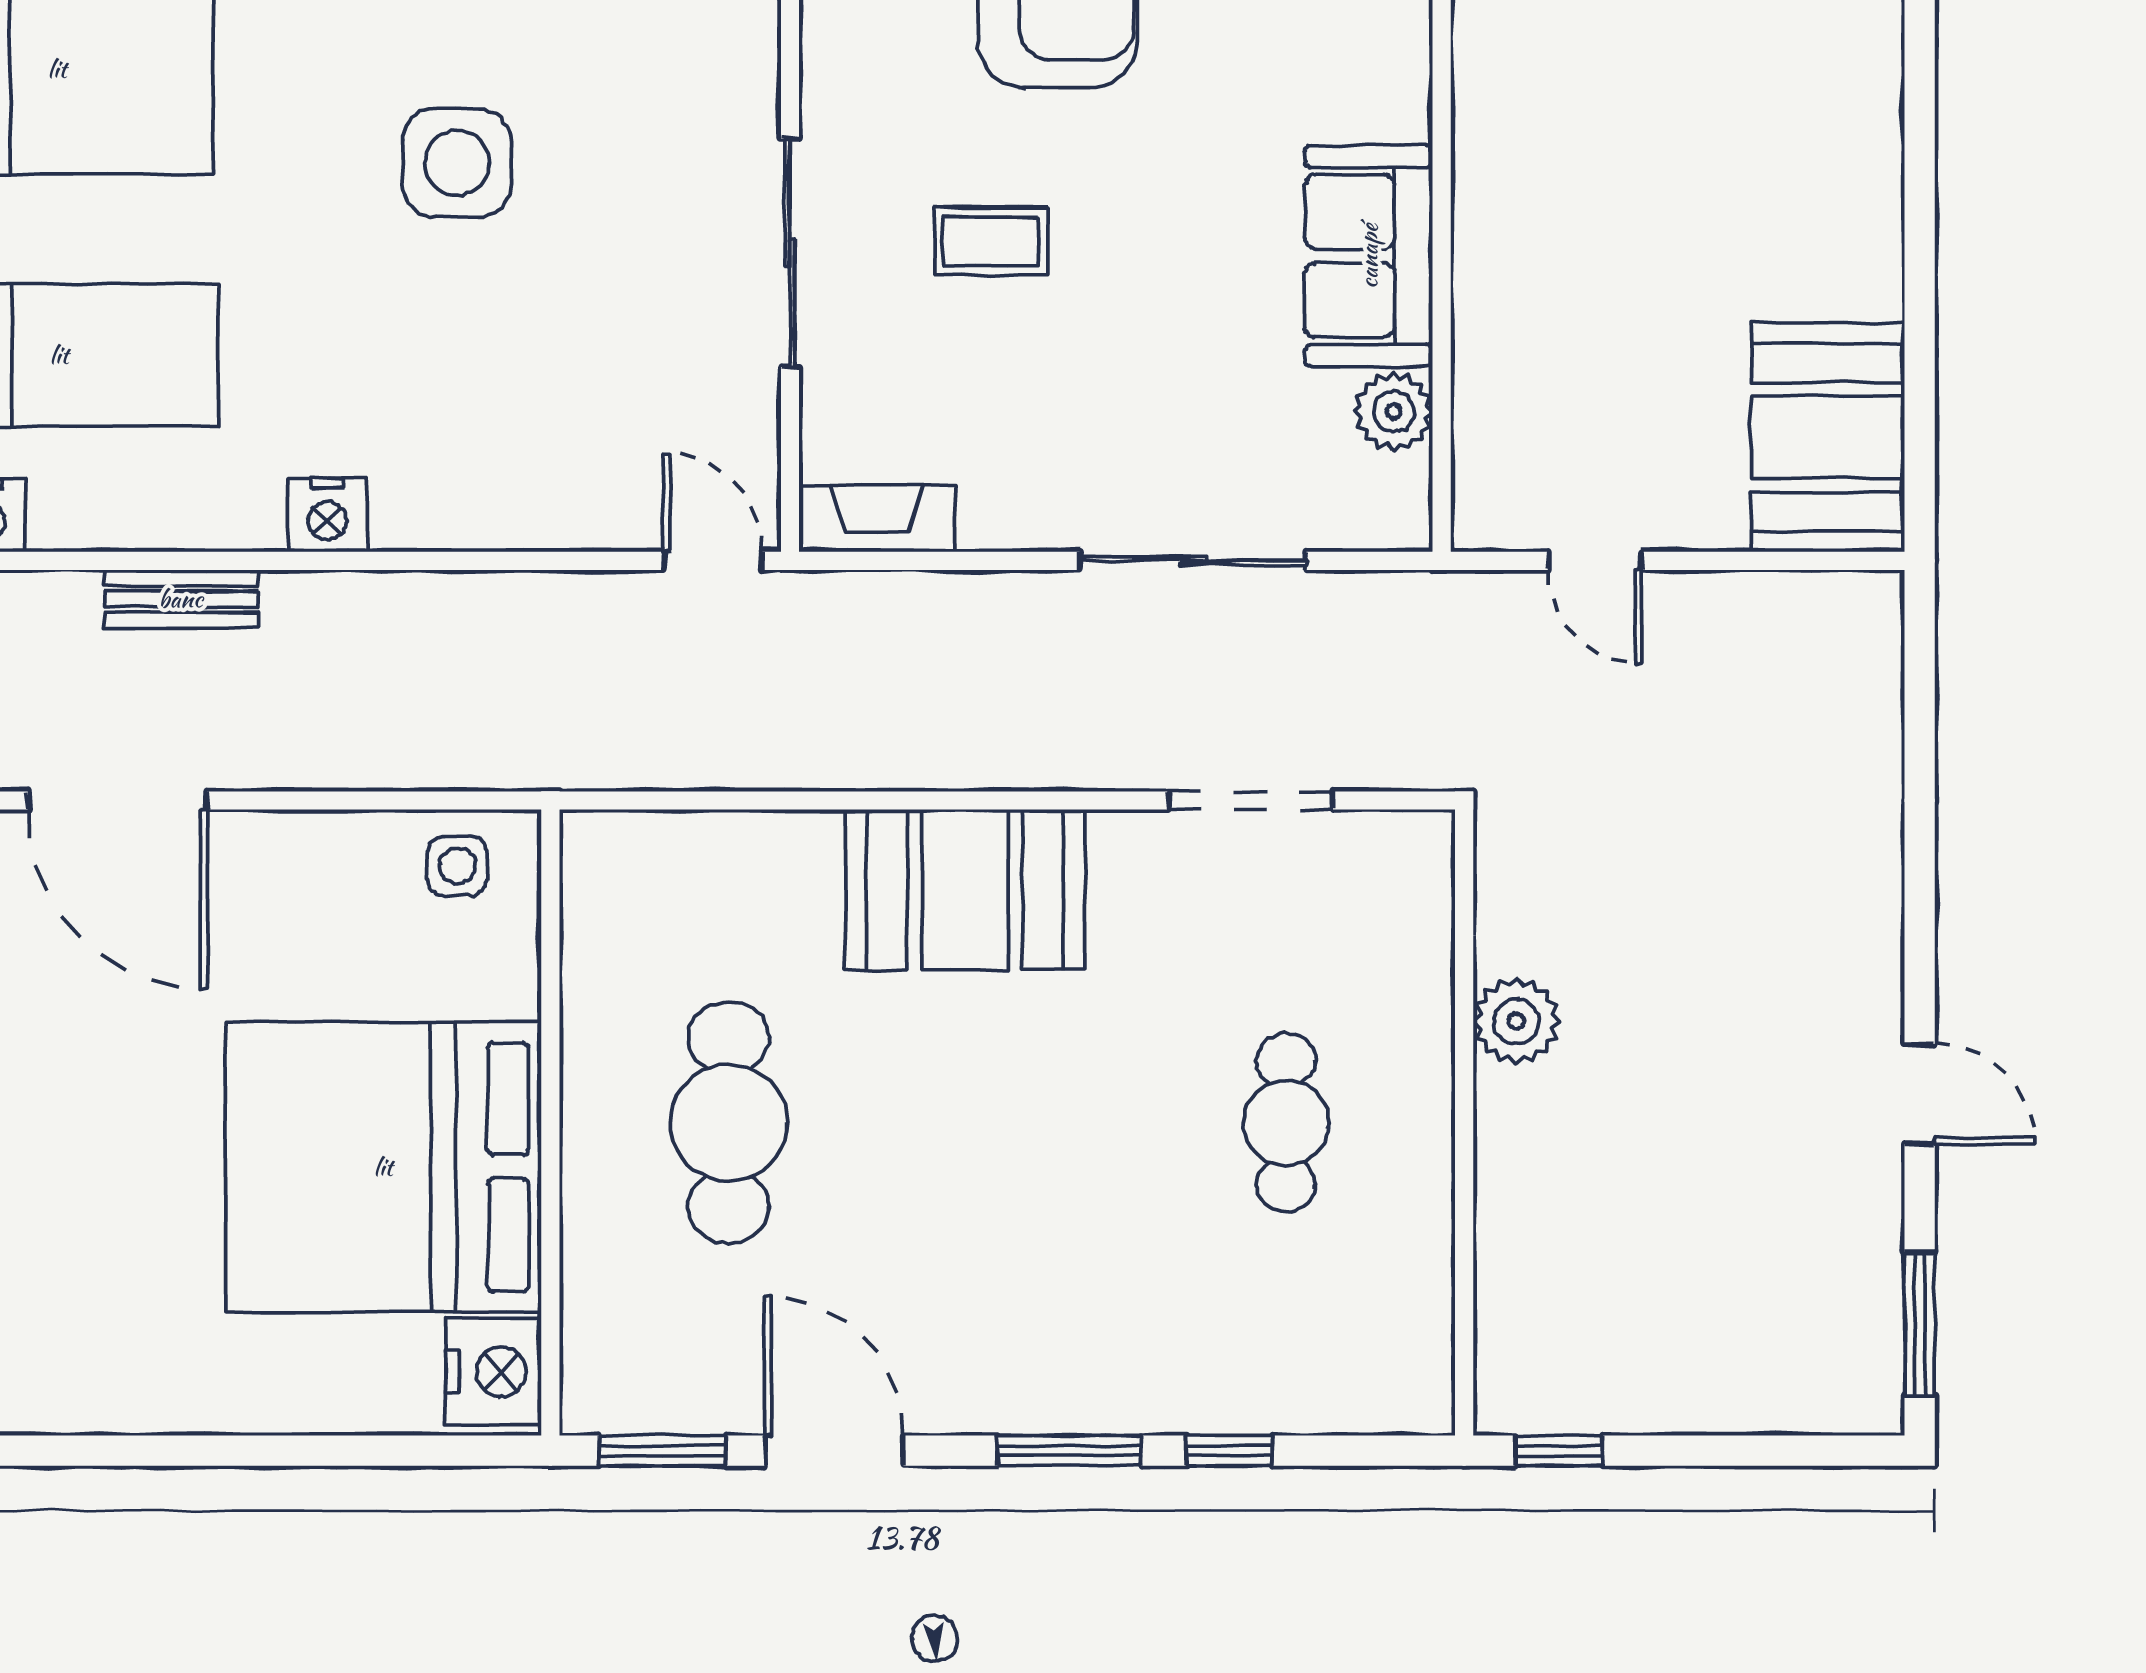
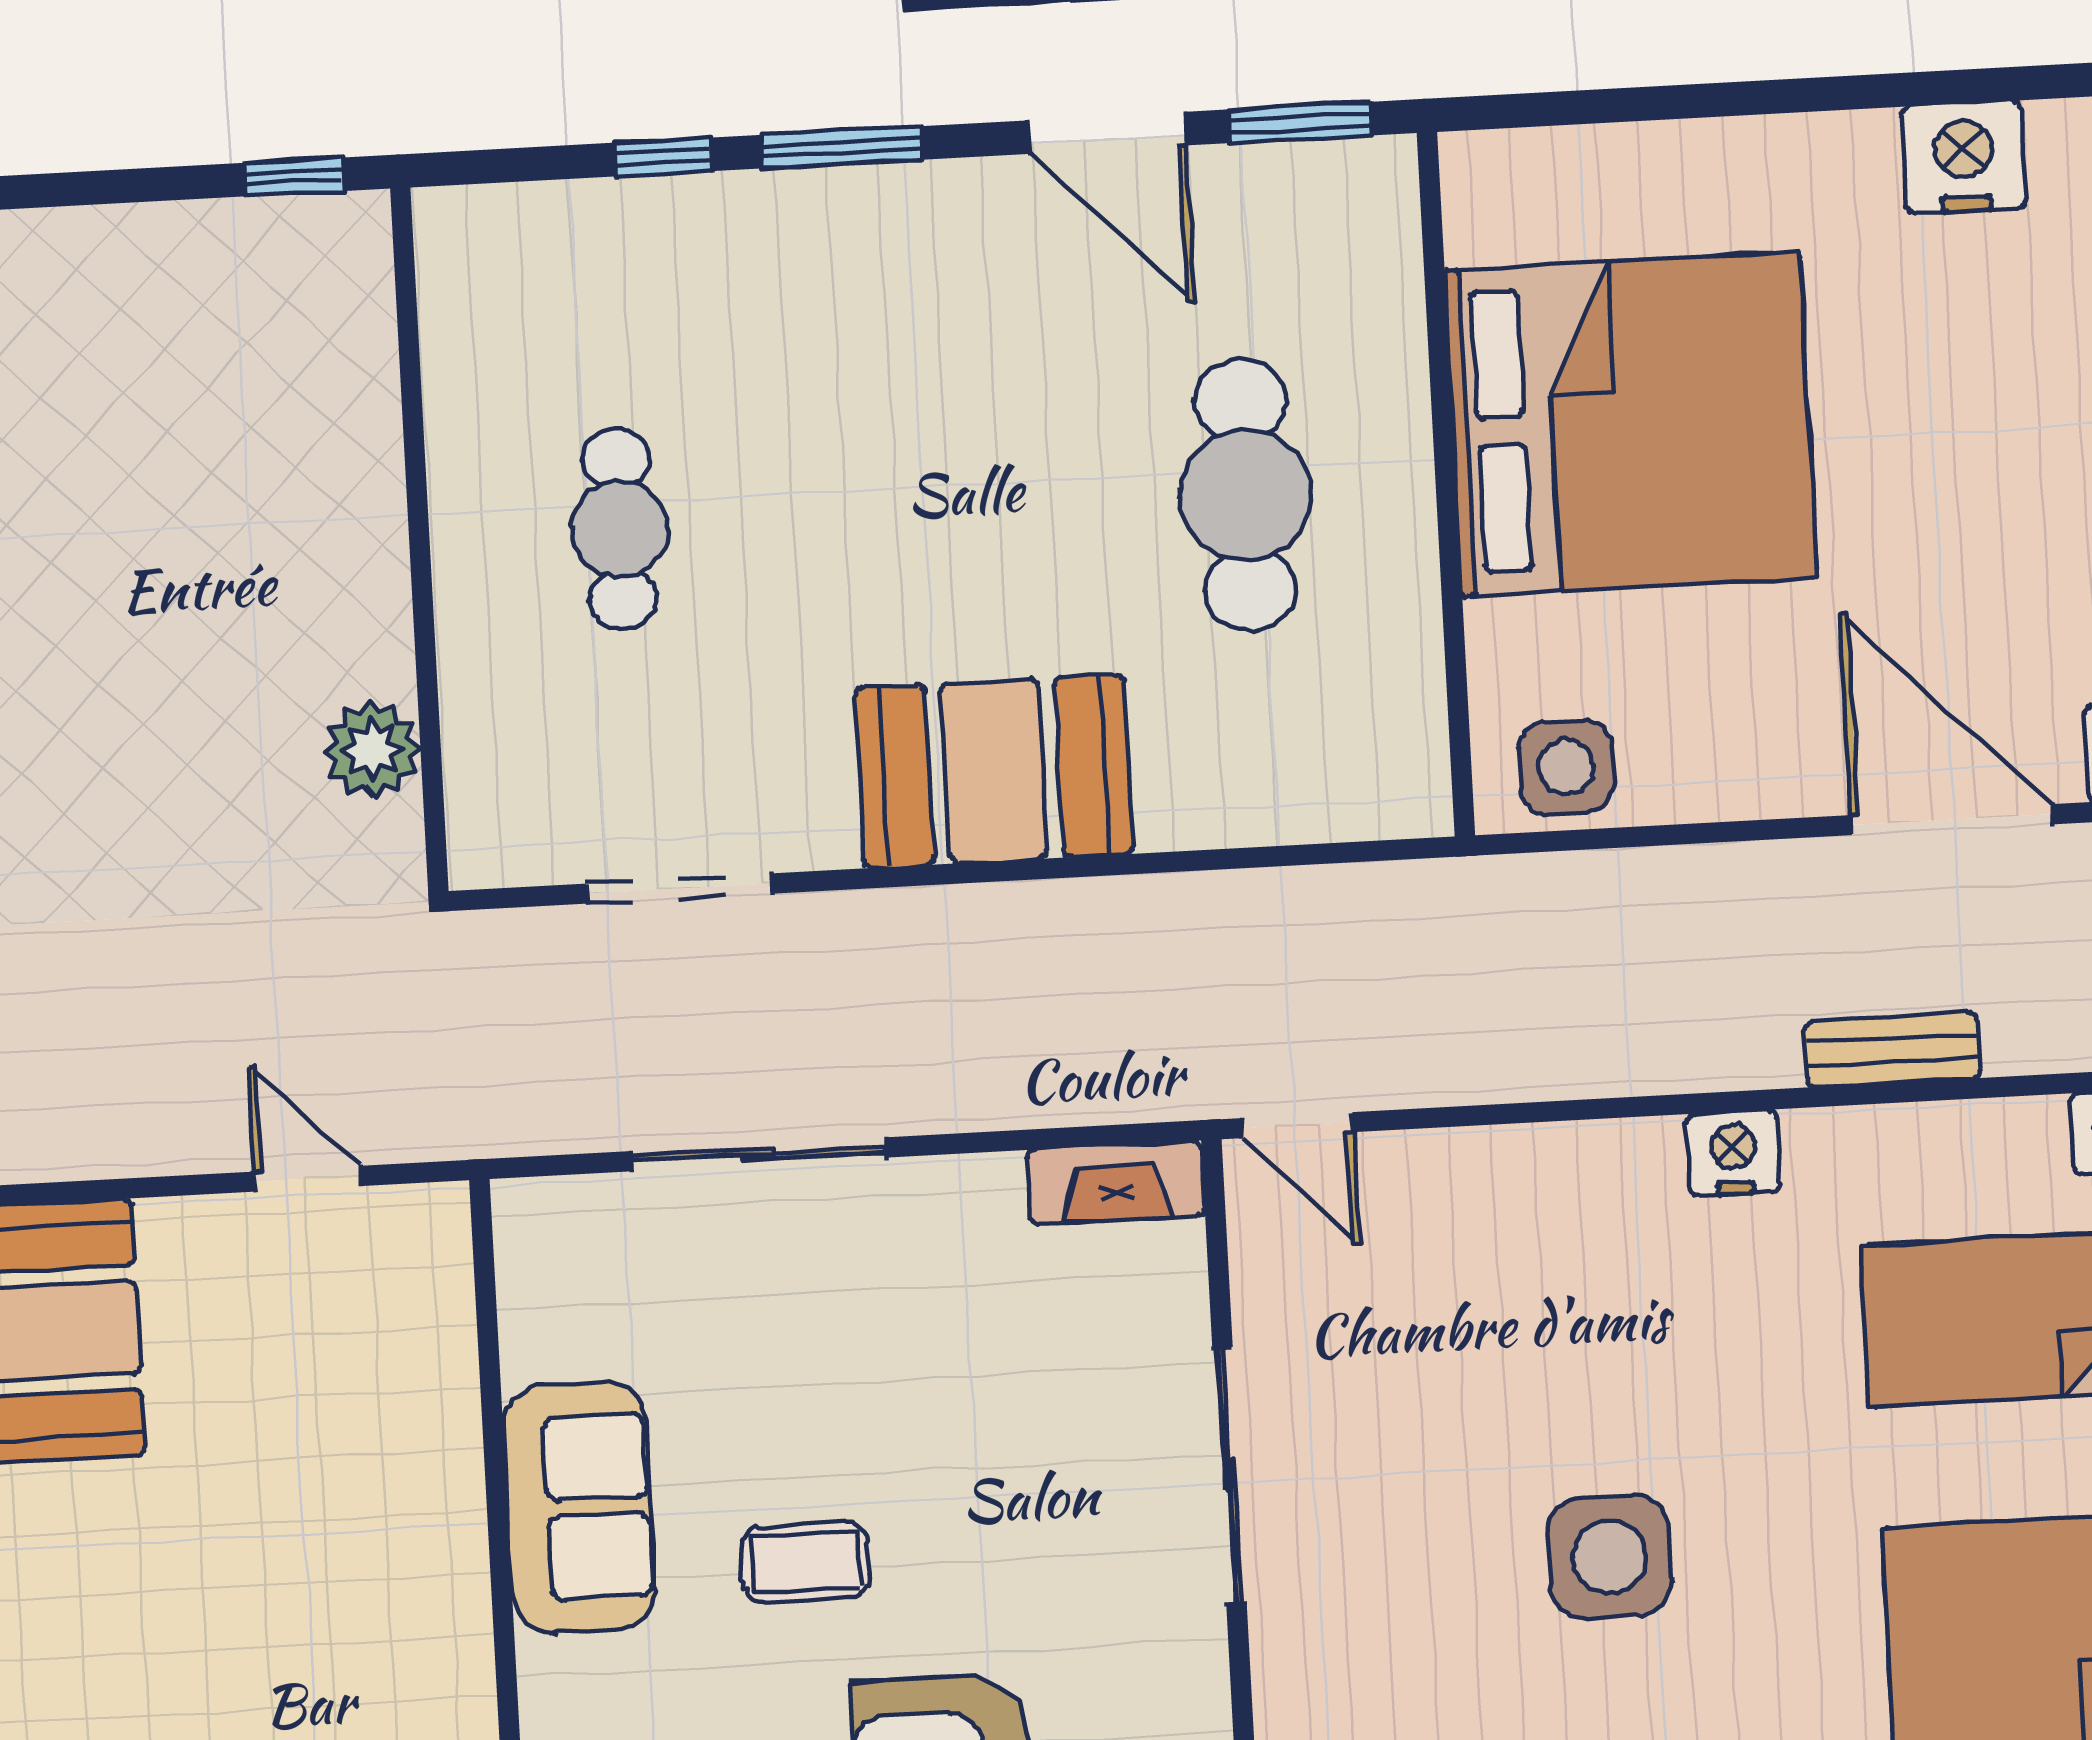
coffee table: (991, 241) -> (805, 1562), moved
plant: (1394, 412) -> (542, 1334), removed
side table: (457, 866) -> (1566, 767), width x1.37, depth x1.37
plant: (1516, 1021) -> (372, 750), moved
nightstand: (493, 1372) -> (1964, 157), moved, turned 90

